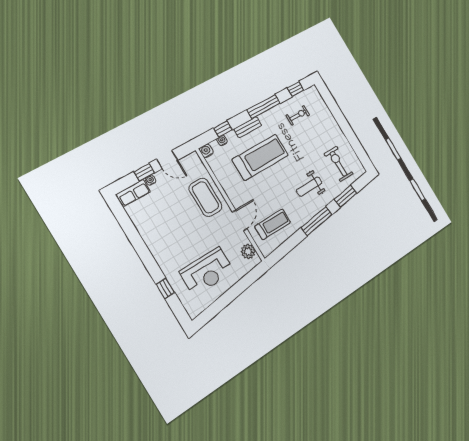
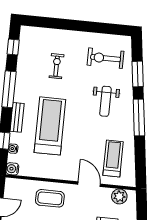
exercise bike: (298, 115) -> (56, 66), moved
coffee table: (205, 197) -> (50, 198), width x0.73, depth x0.76

